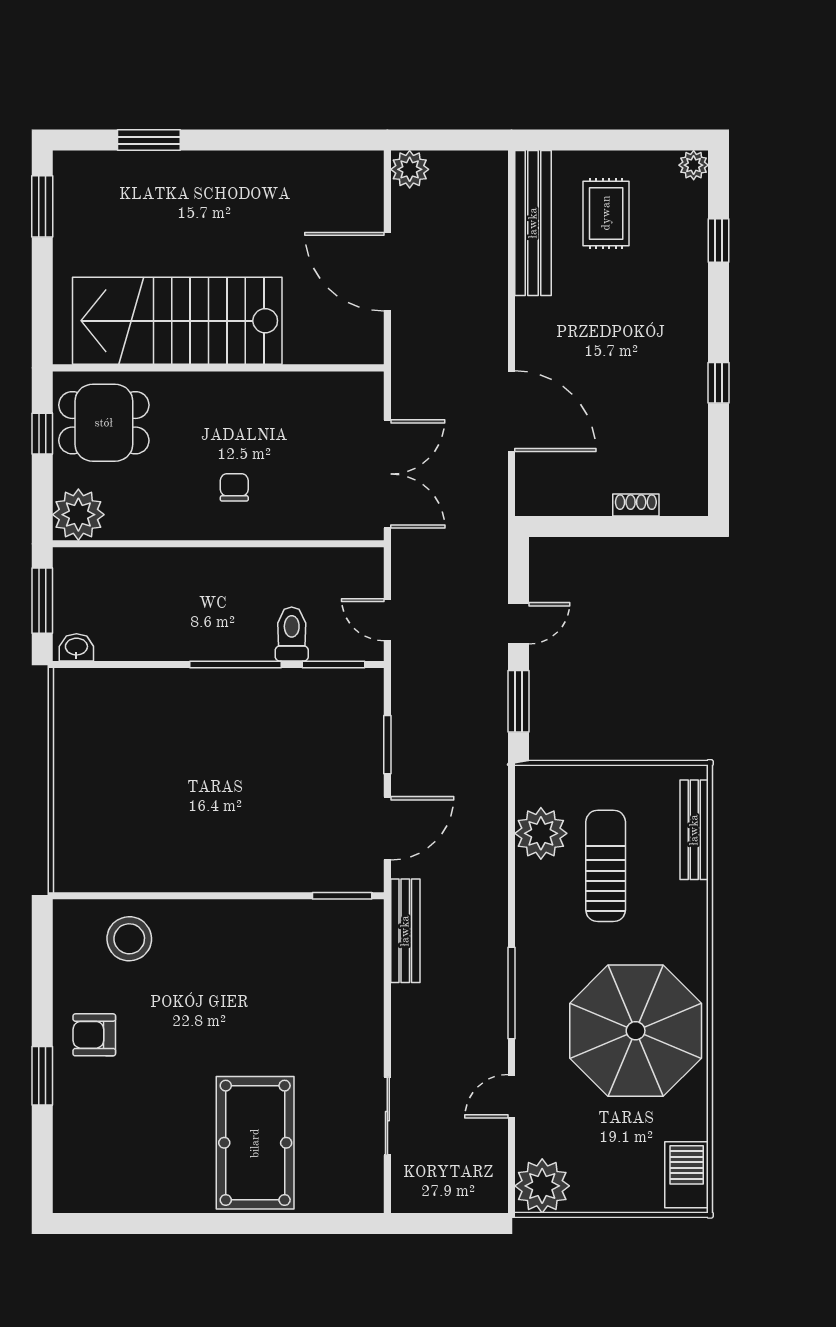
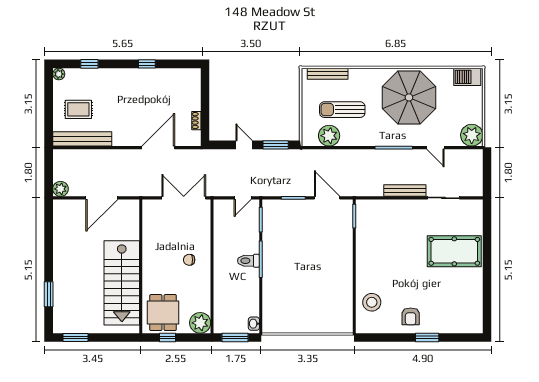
shoe rack: (636, 505) -> (196, 121), moved
toilet: (292, 634) -> (248, 261), moved
bench: (405, 931) -> (405, 191), moved

